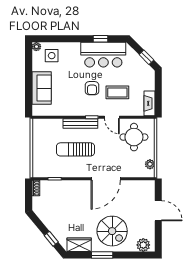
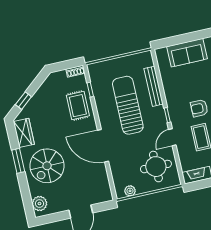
bench: (80, 123) -> (154, 86), moved
sun lounger: (75, 149) -> (128, 105), width x1.36, depth x1.34
rug: (66, 193) -> (78, 106), added

